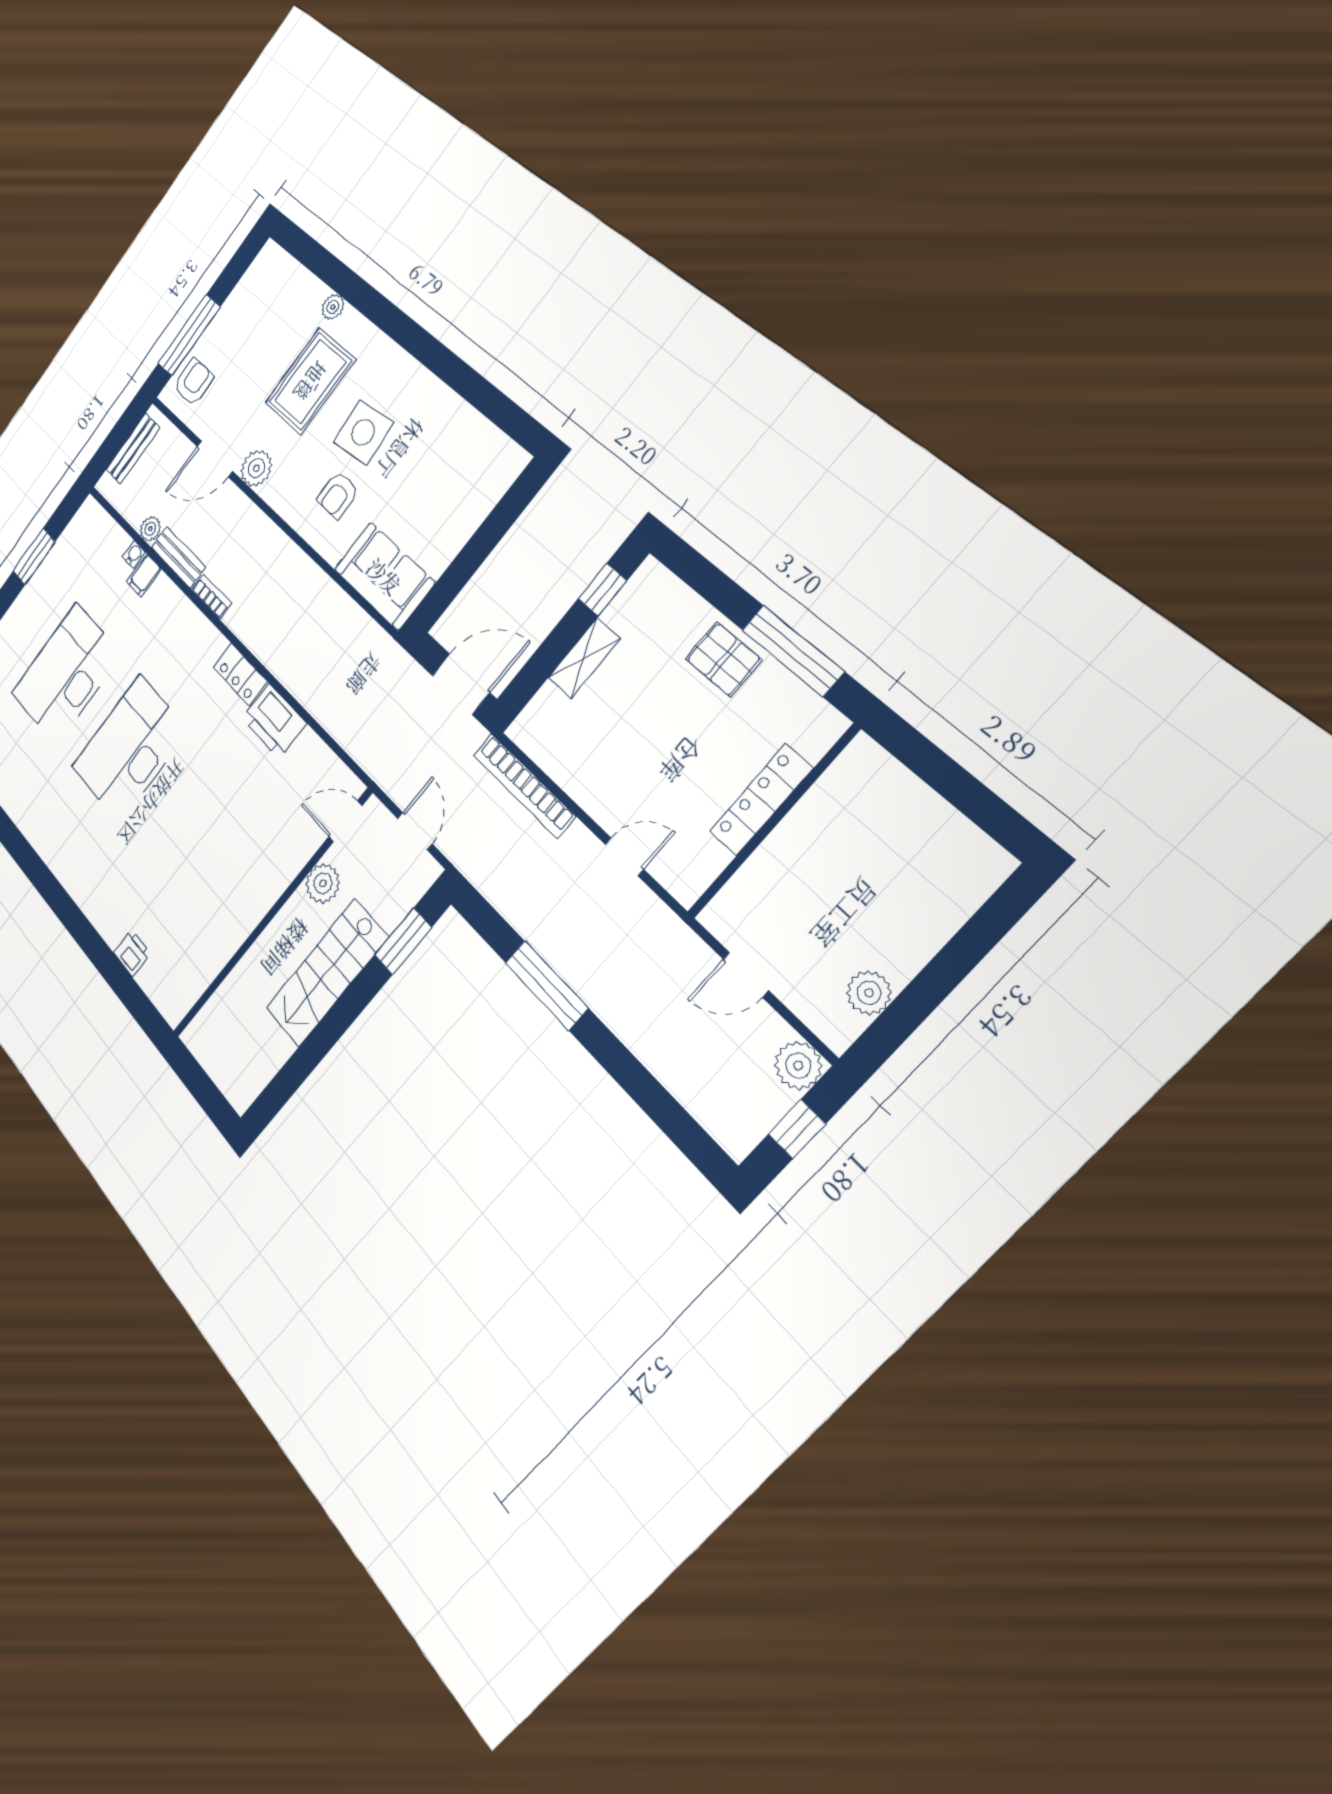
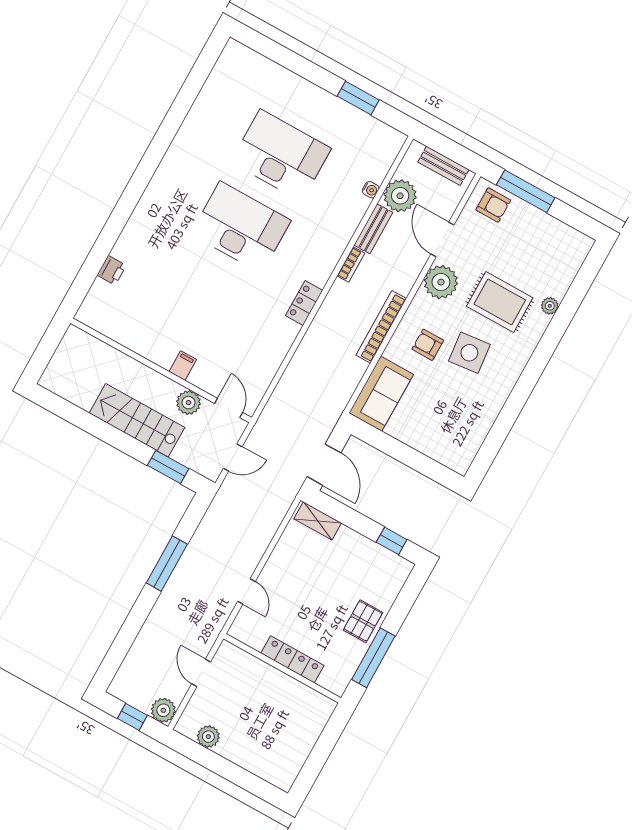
plant: (256, 468) -> (441, 282), width x1.36, depth x1.36
plant: (150, 529) -> (400, 196), width x1.88, depth x1.88
filing cabinet: (144, 575) -> (183, 366), moved, turned 90
shelving: (584, 658) -> (318, 521), moved
printer: (274, 721) -> (279, 338), removed
bookcase: (524, 786) -> (381, 327), moved

